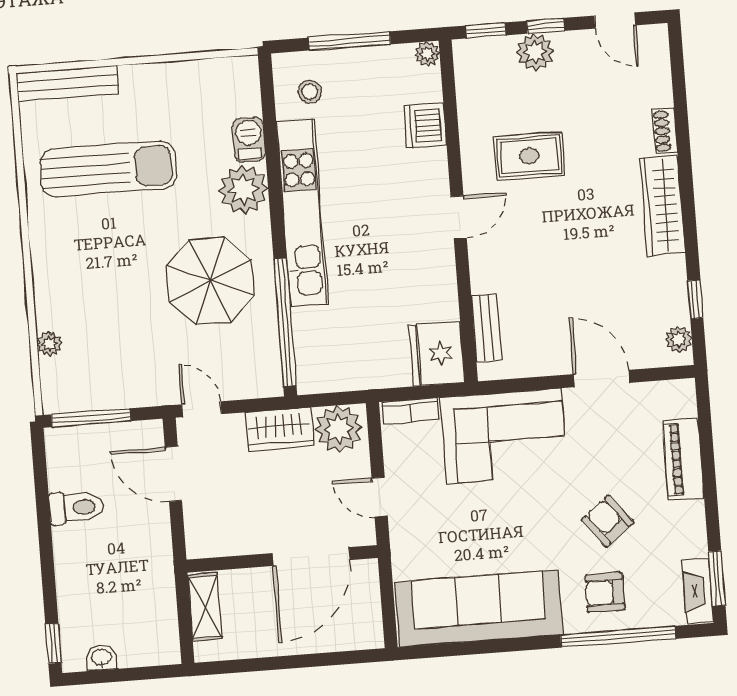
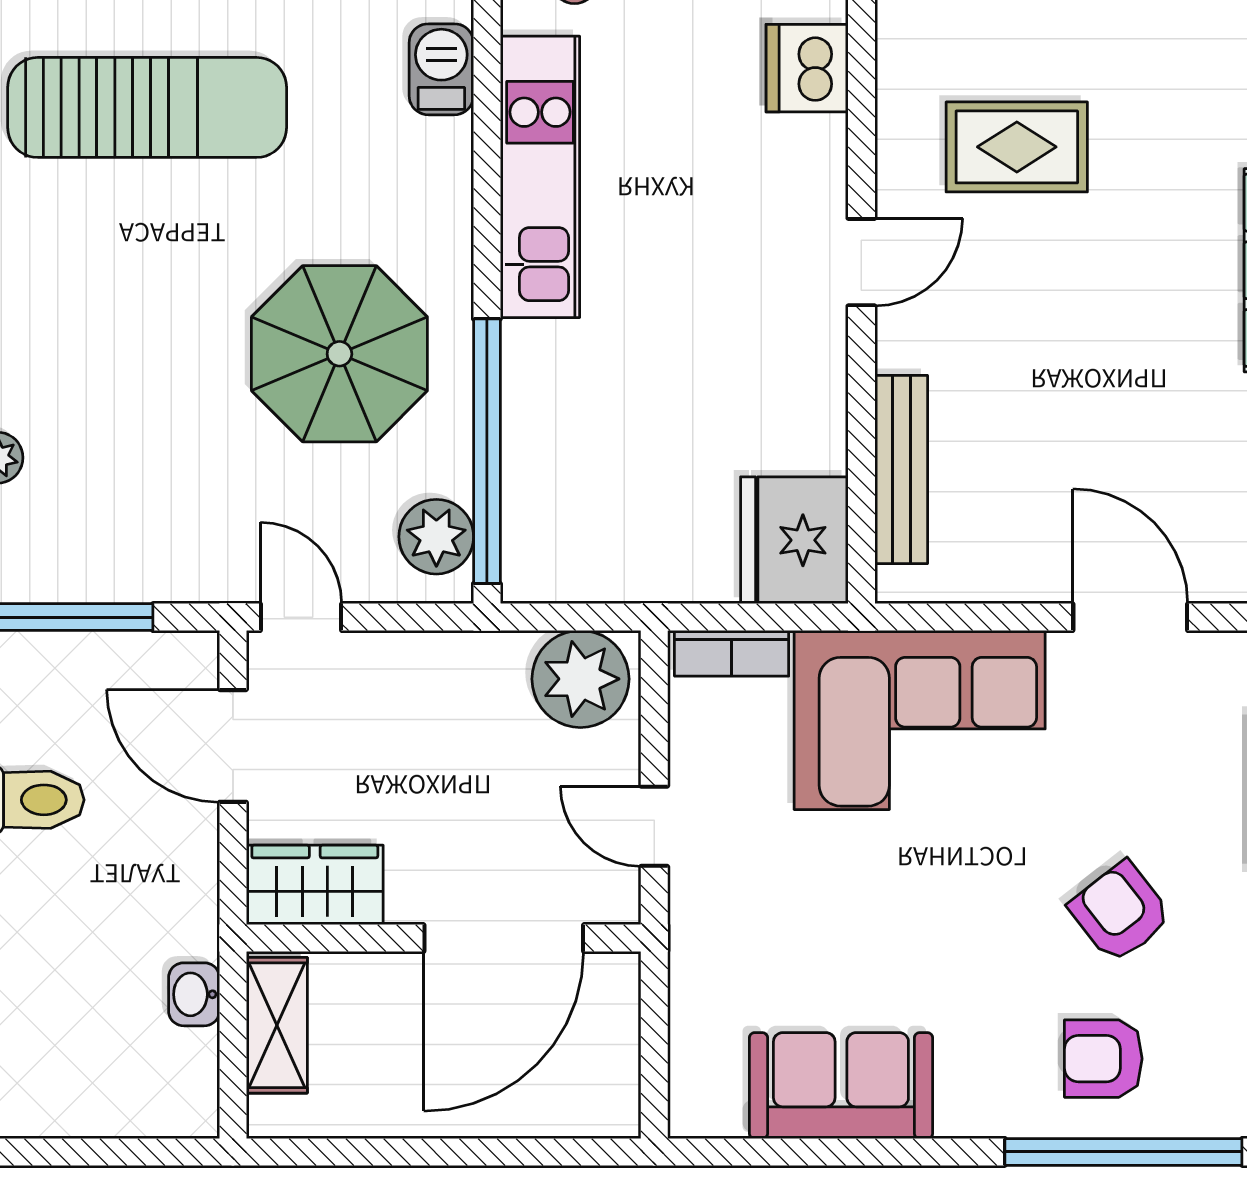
plant: (244, 190) -> (436, 537), moved, width x0.73, depth x0.73
kitchen unit: (302, 213) -> (540, 177), width x0.73
bench: (486, 328) -> (901, 469), width x1.36
wardrobe: (279, 429) -> (315, 885), moved, turned 180
sofa: (479, 608) -> (841, 1086), width x0.54, depth x0.79
washbasin: (101, 658) -> (194, 994), moved, turned -90

